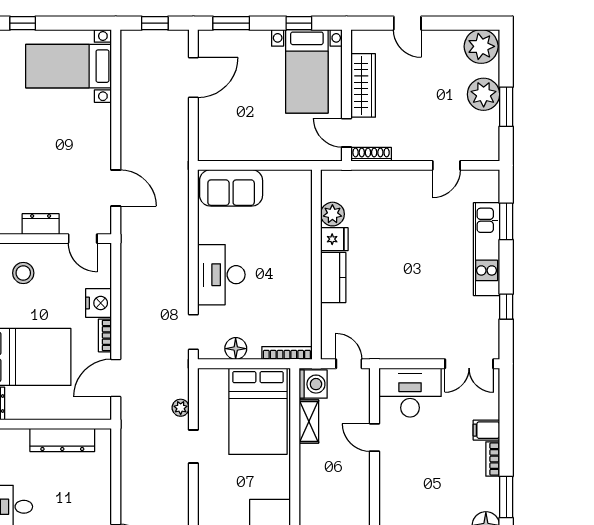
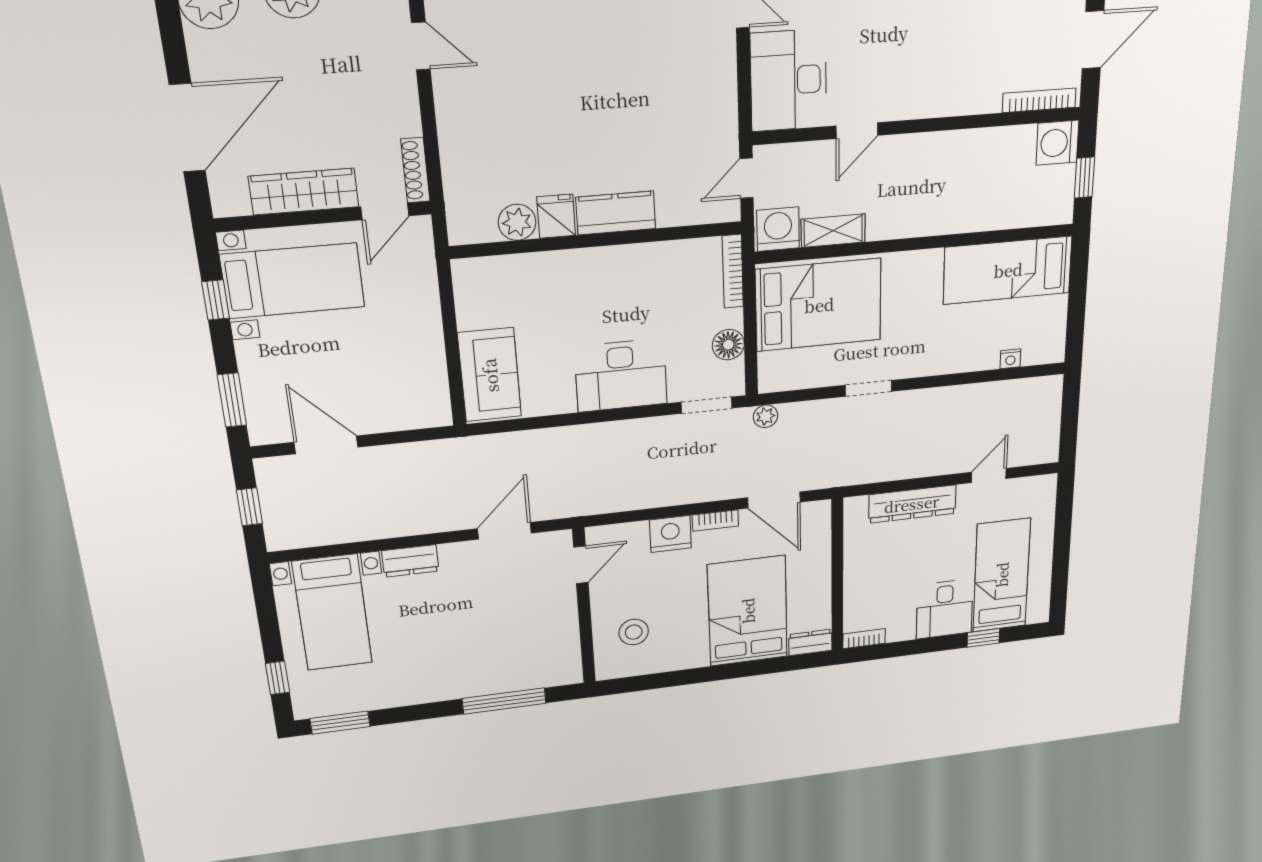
door: (407, 23) -> (187, 128), width x1.87
dresser: (41, 224) -> (410, 561), moved, turned -90
plant: (181, 408) -> (766, 416), moved
dresser: (62, 440) -> (912, 504), moved, turned 90

